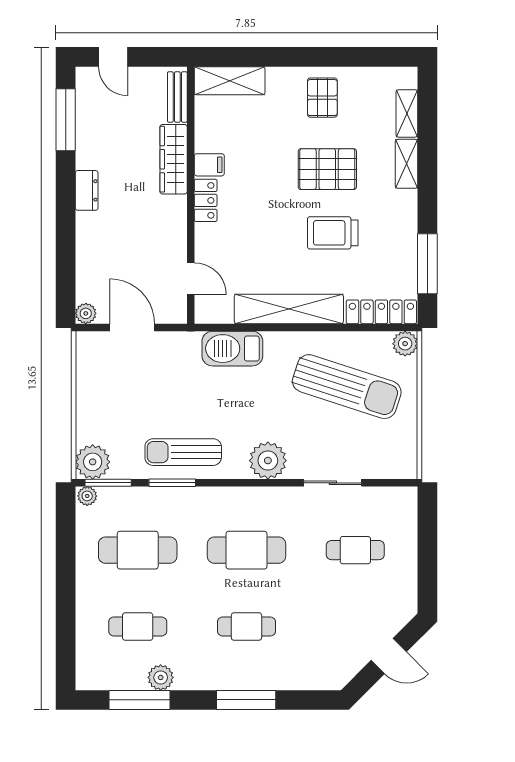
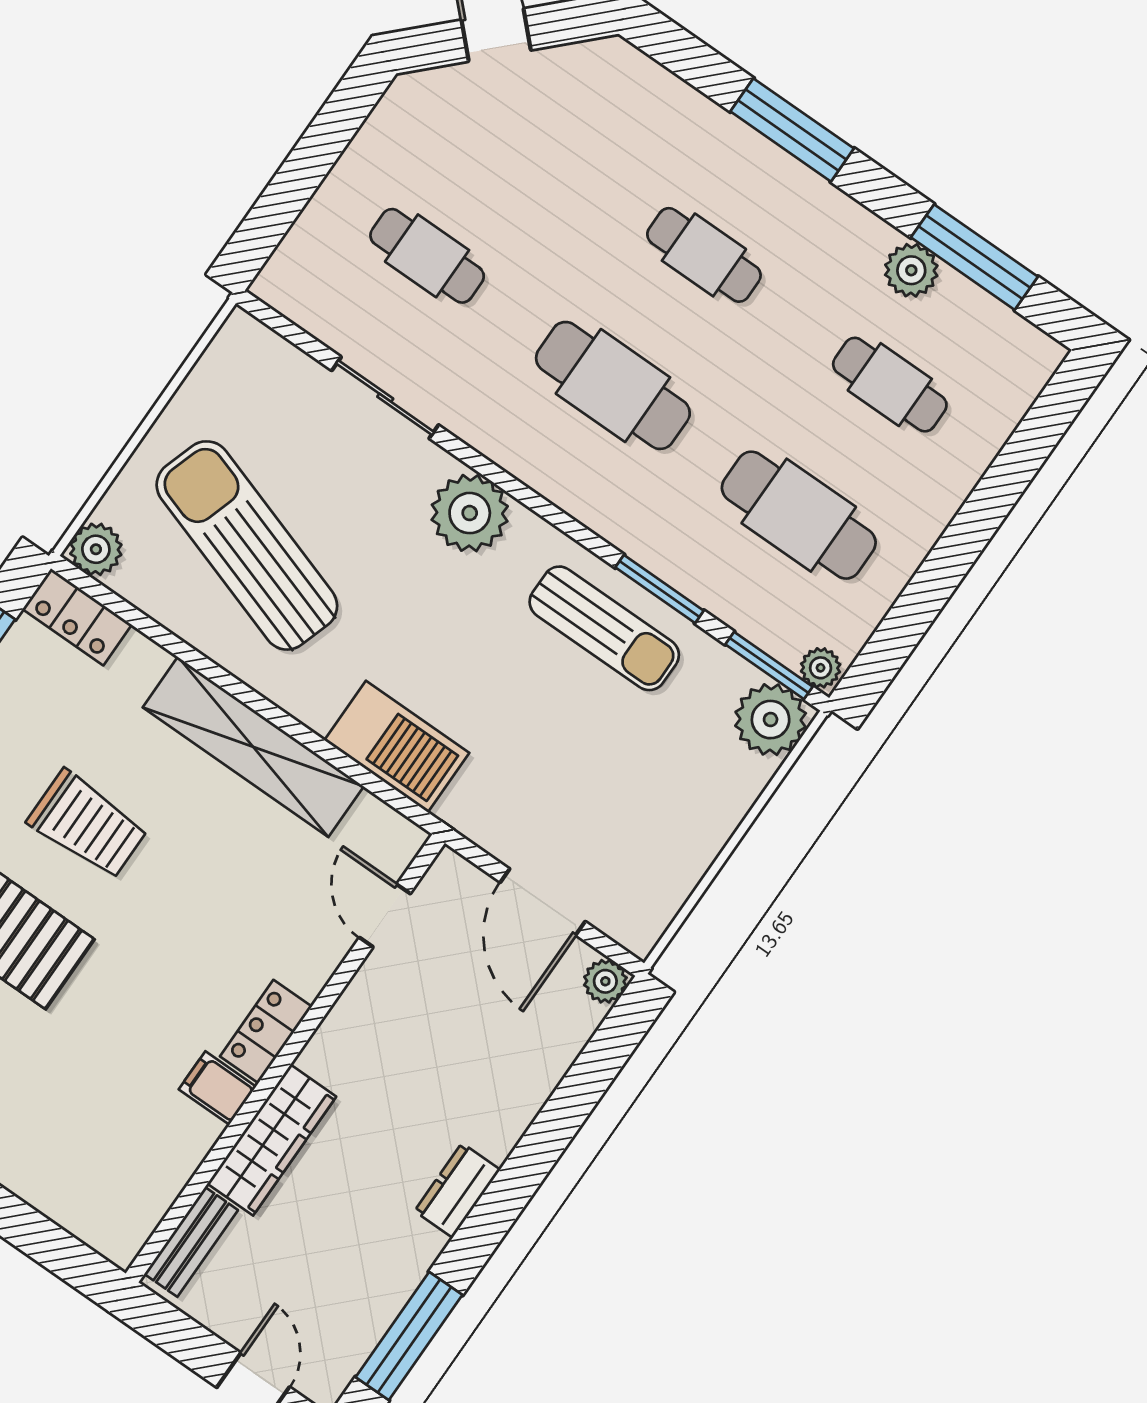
shelving: (230, 81) -> (82, 1207), removed
locker: (381, 312) -> (77, 617), width x0.66

